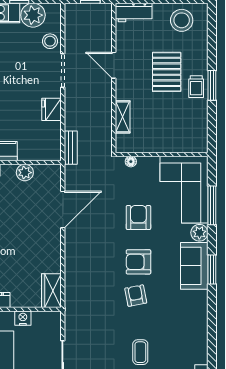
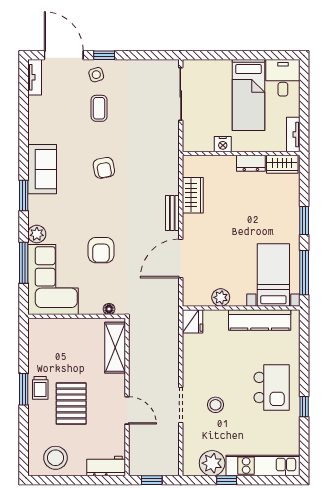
stool: (50, 41) -> (215, 405), moved
trolley: (196, 87) -> (40, 388), turned 180
fridge: (52, 109) -> (193, 321), moved
shelving: (123, 117) -> (115, 348), width x1.50, depth x1.33
bench: (71, 148) -> (172, 213), moved
armchair: (139, 262) -> (101, 203), removed
sofa: (194, 266) -> (42, 169), moved
wardrobe: (51, 291) -> (193, 195), moved

